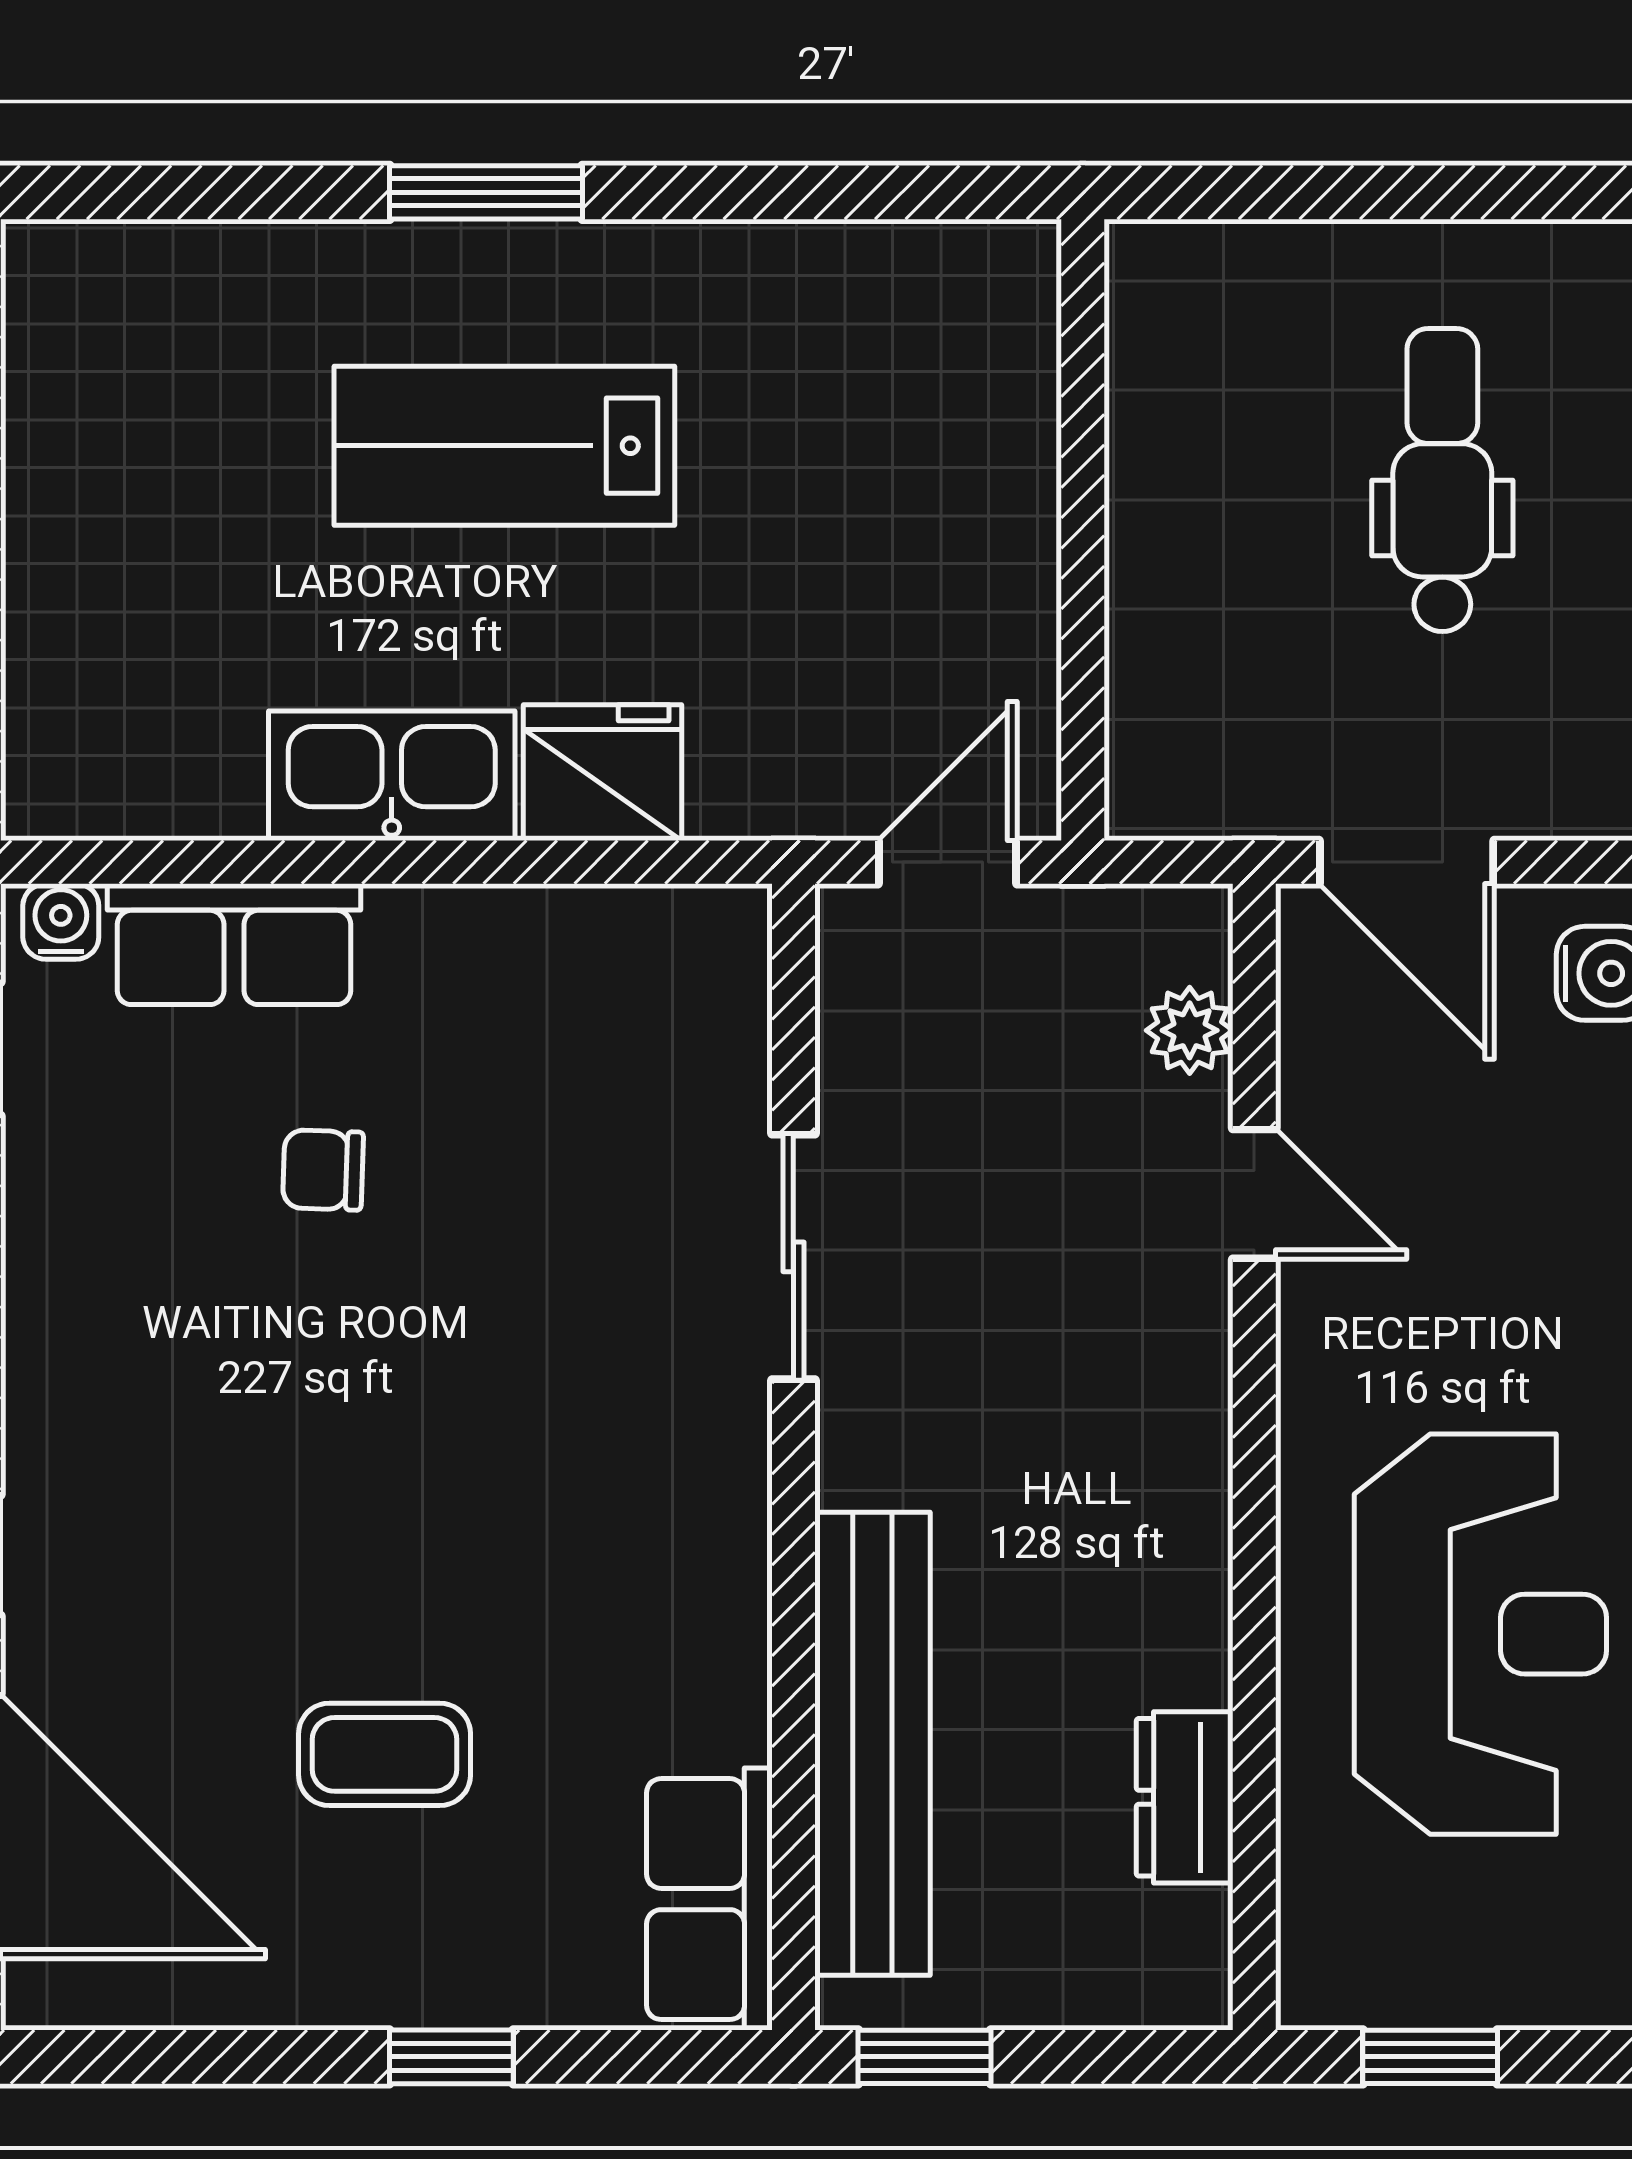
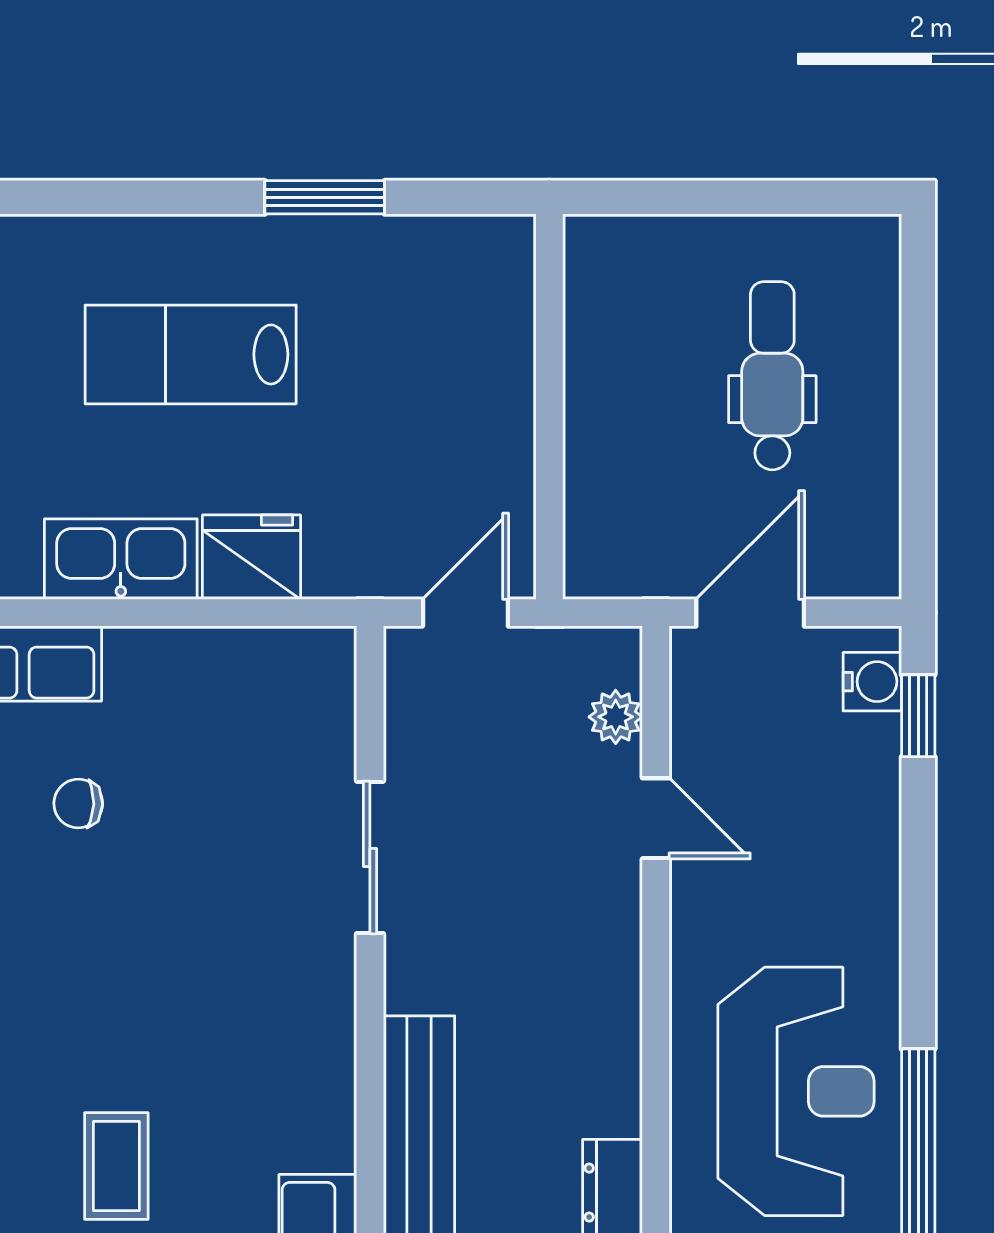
window: (486, 192) -> (325, 197), moved
door: (1407, 862) -> (750, 613), swing flipped
coffee table: (385, 1754) -> (116, 1166), turned 90

